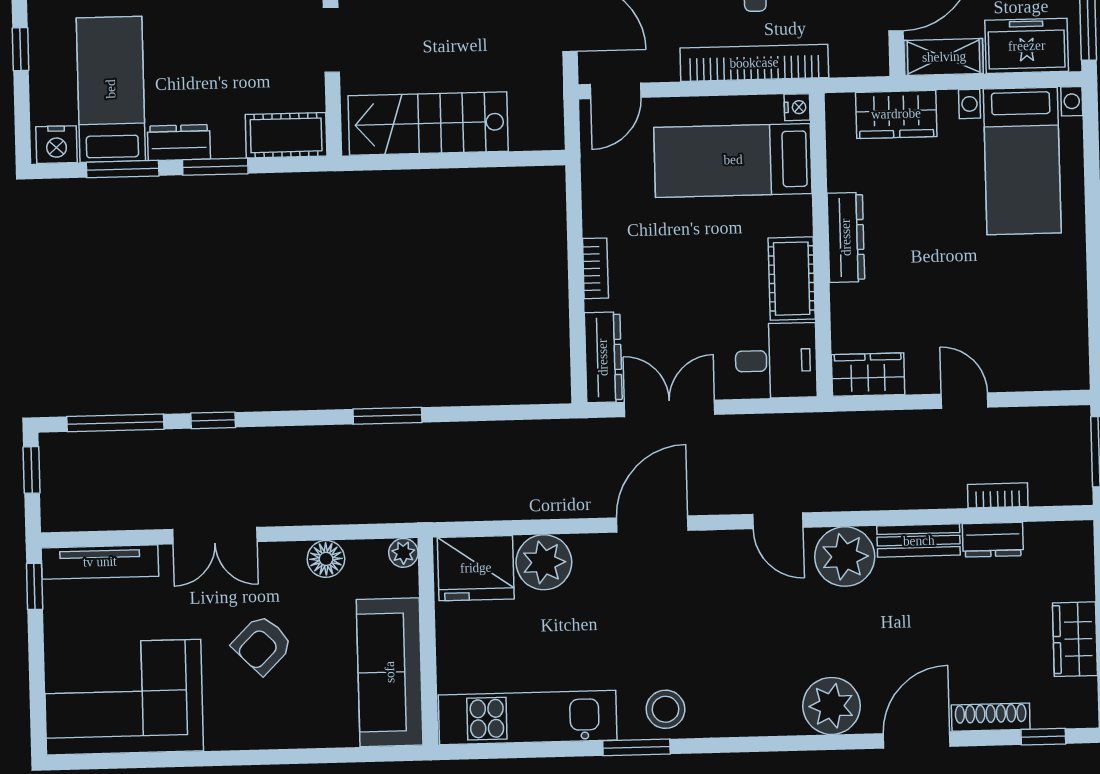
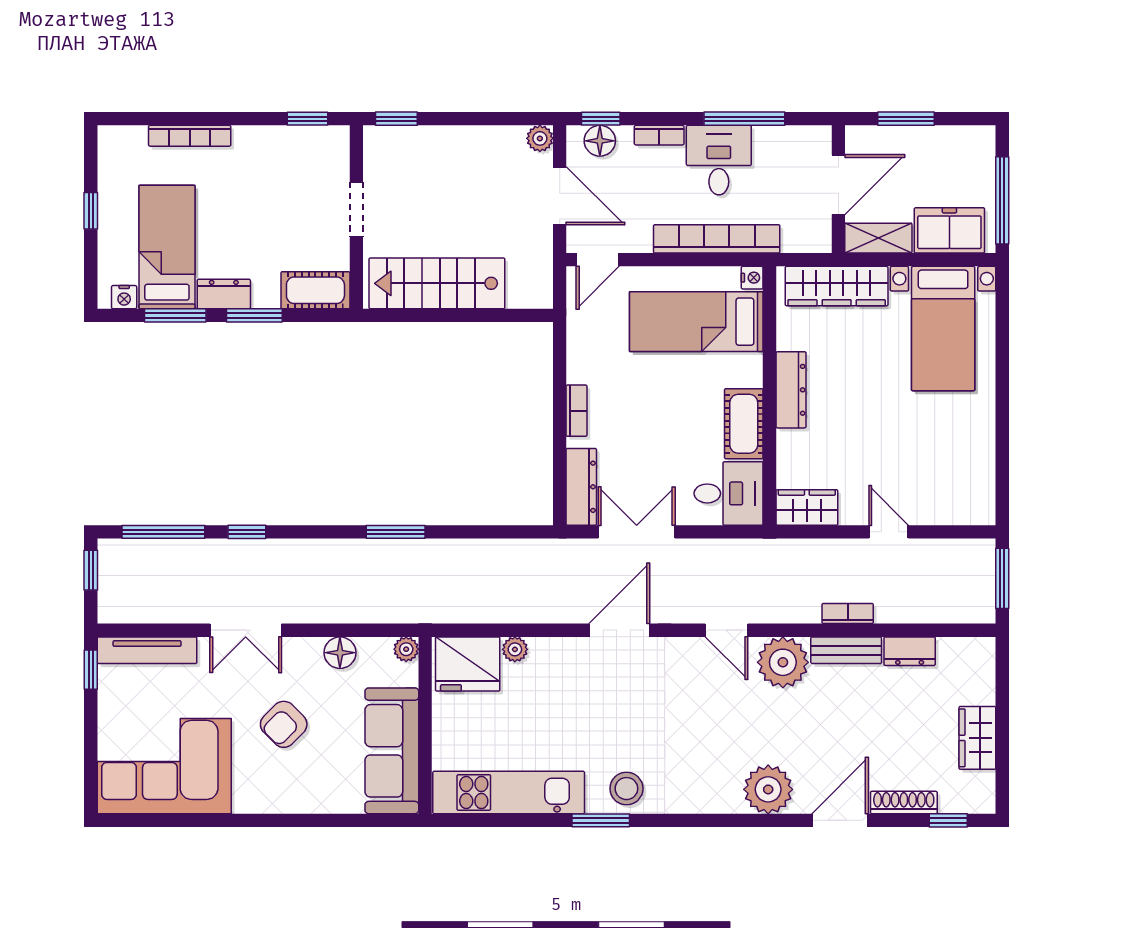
wardrobe: (896, 114) -> (837, 286), width x1.50
nightstand: (56, 145) -> (124, 297), width x0.72, depth x0.74
bookcase: (998, 495) -> (848, 613), moved
plant: (544, 562) -> (515, 649), width x0.53, depth x0.53

